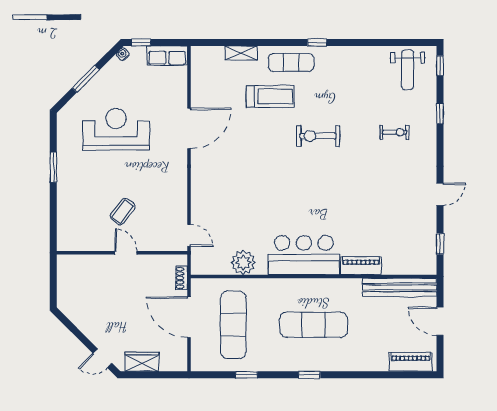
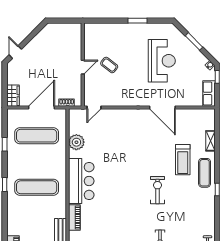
exercise mat: (314, 325) -> (37, 187), turned 90
wardrobe: (142, 362) -> (13, 96), moved

